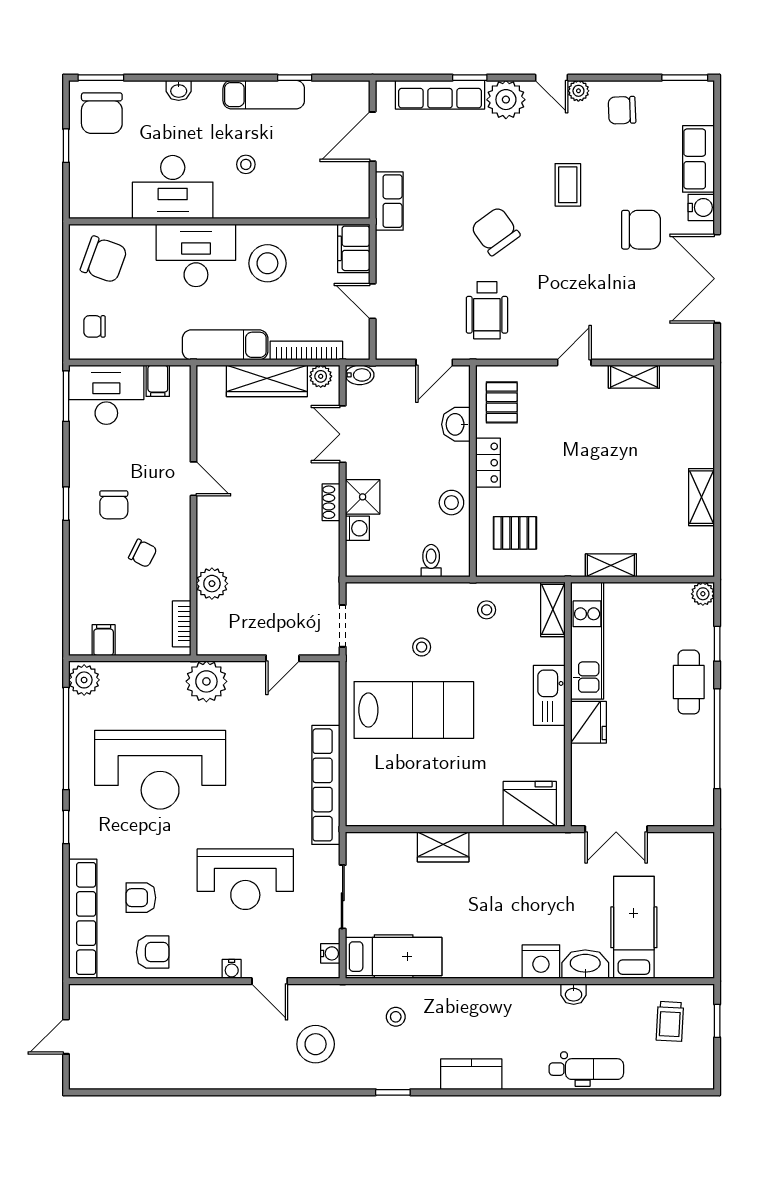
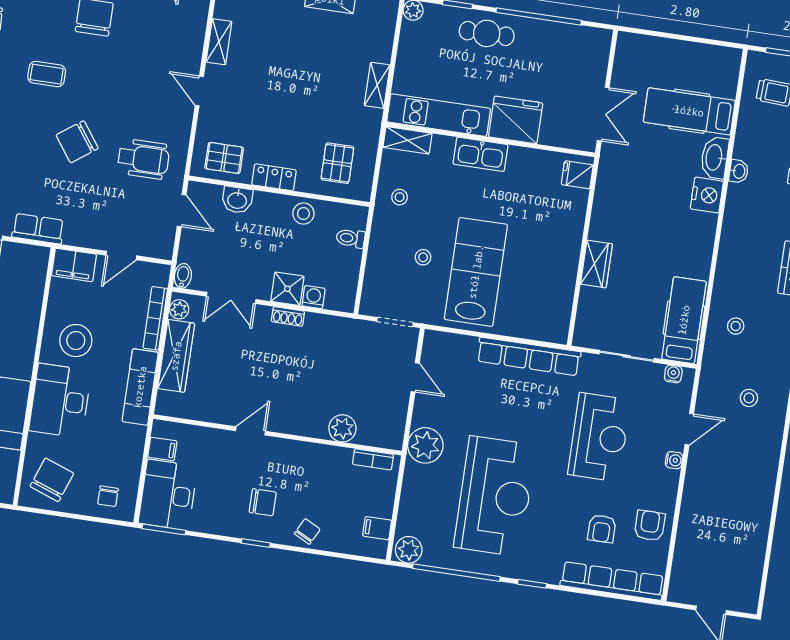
chair: (143, 553) -> (307, 531), moved
fridge: (589, 722) -> (516, 120), width x1.36, depth x1.34
fridge: (530, 804) -> (577, 175), width x0.53, depth x0.75
stool: (316, 1044) -> (749, 398), width x0.53, depth x0.53

